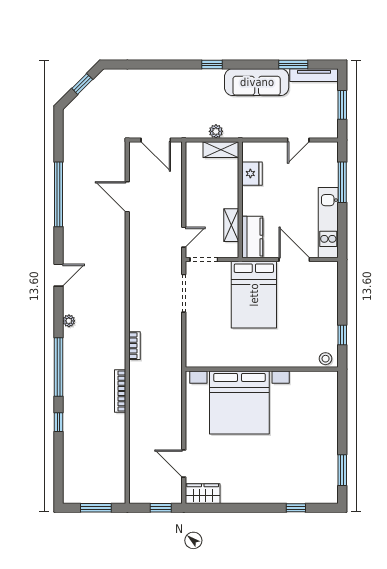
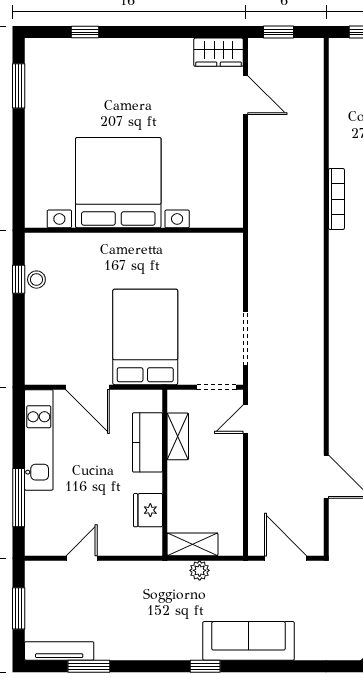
sofa: (257, 82) -> (248, 641), moved
kitchen counter: (252, 237) -> (147, 442), moved
bookcase: (135, 346) -> (316, 264), removed
stool: (326, 359) -> (36, 280), moved
bed with nightstands: (239, 402) -> (118, 183), moved

